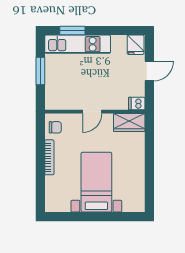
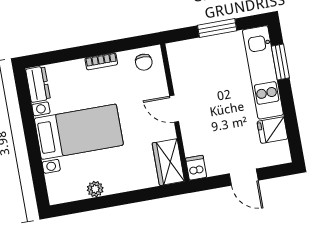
fridge: (136, 45) -> (272, 130), moved
bookcase: (49, 157) -> (101, 61), width x0.64
plant: (139, 178) -> (95, 189), added
dresser: (58, 205) -> (38, 84), added

